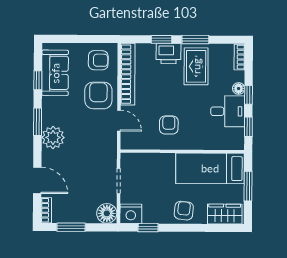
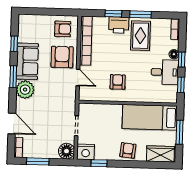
sofa: (55, 73) -> (27, 61), moved

